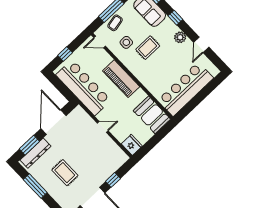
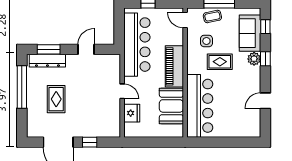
plant: (180, 37) -> (254, 59), moved
bar counter: (186, 89) -> (200, 106), moved, turned 90
booth: (152, 115) -> (171, 106), moved
door: (54, 122) -> (86, 49), width x0.53
fridge: (132, 145) -> (132, 113), moved
window: (35, 186) -> (22, 87), width x1.46

